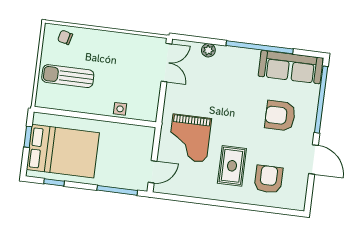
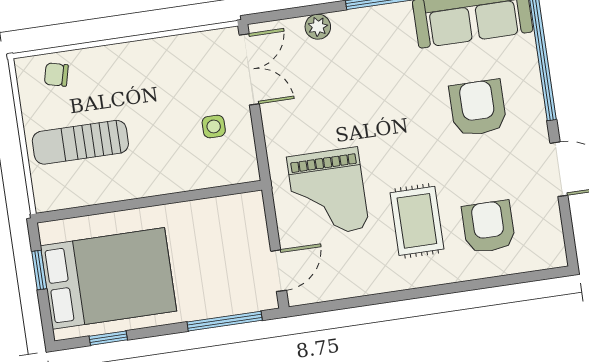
side table: (120, 109) -> (214, 126), moved
armchair: (280, 116) -> (478, 108), turned 90

